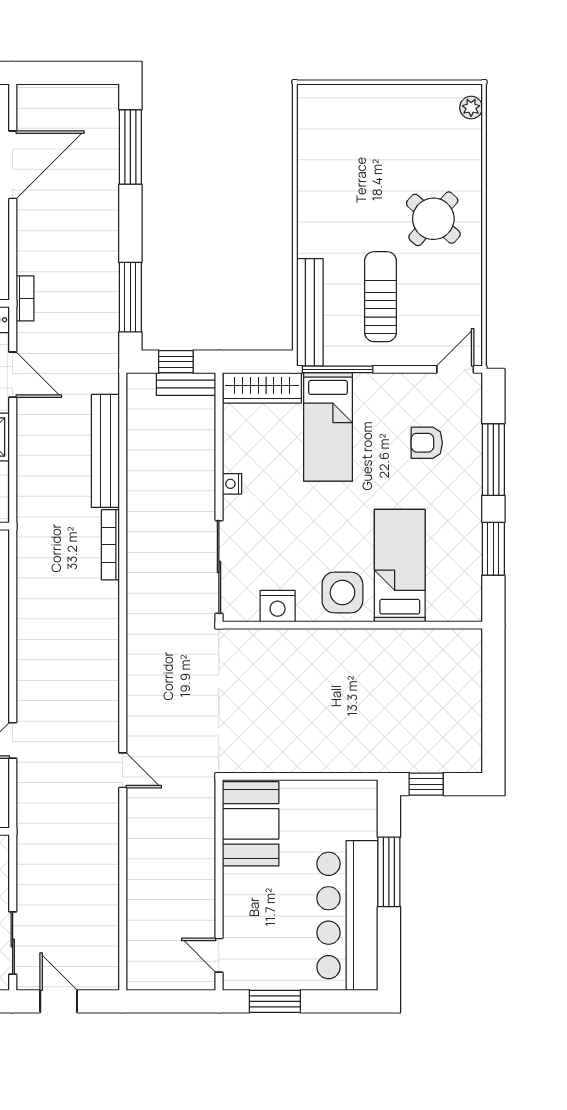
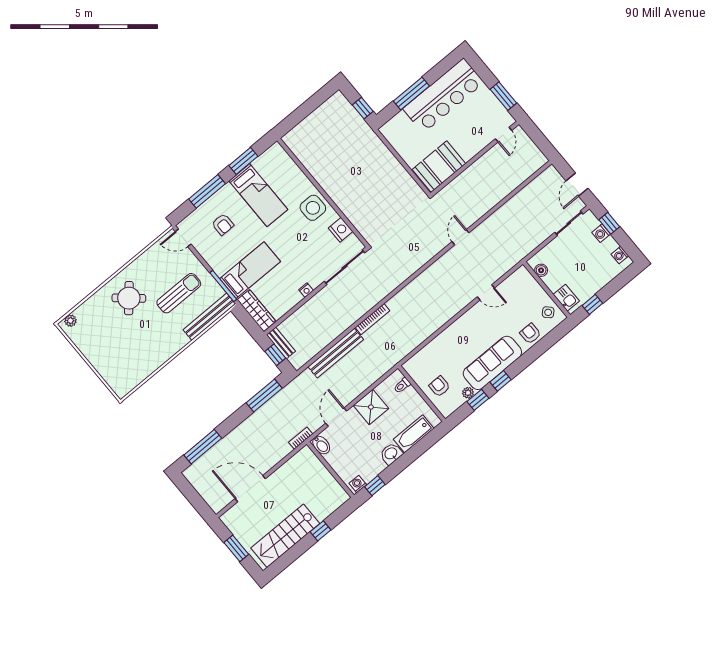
sun lounger: (381, 297) -> (179, 293), turned 180
bed: (400, 566) -> (258, 195), moved, turned -90

